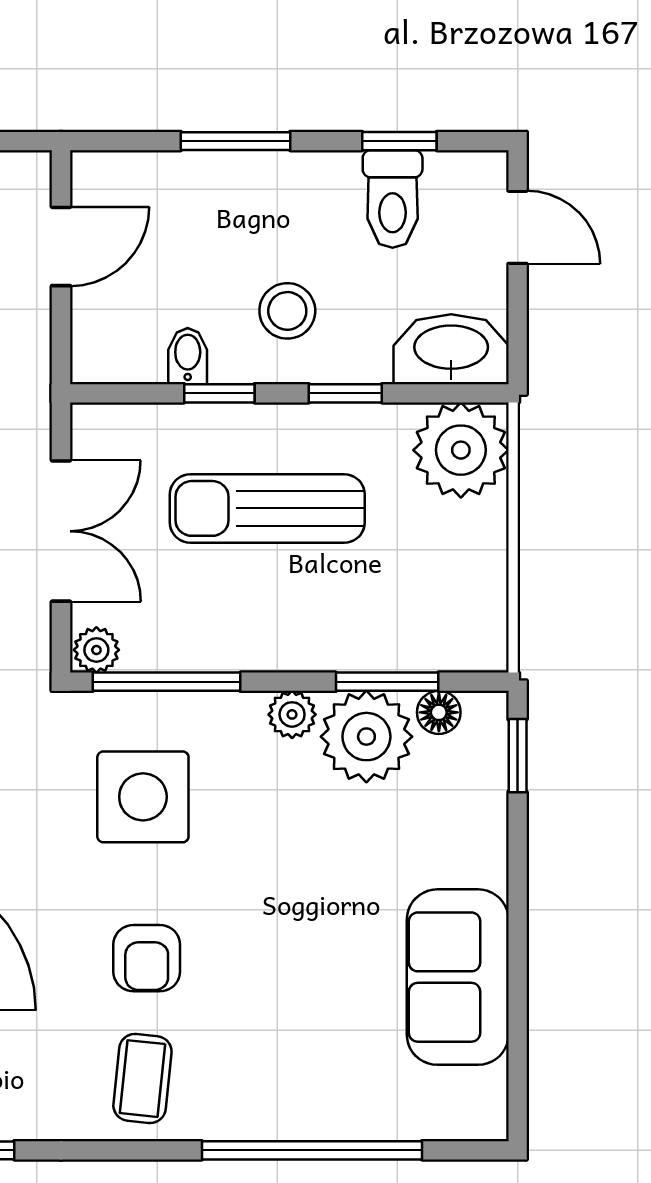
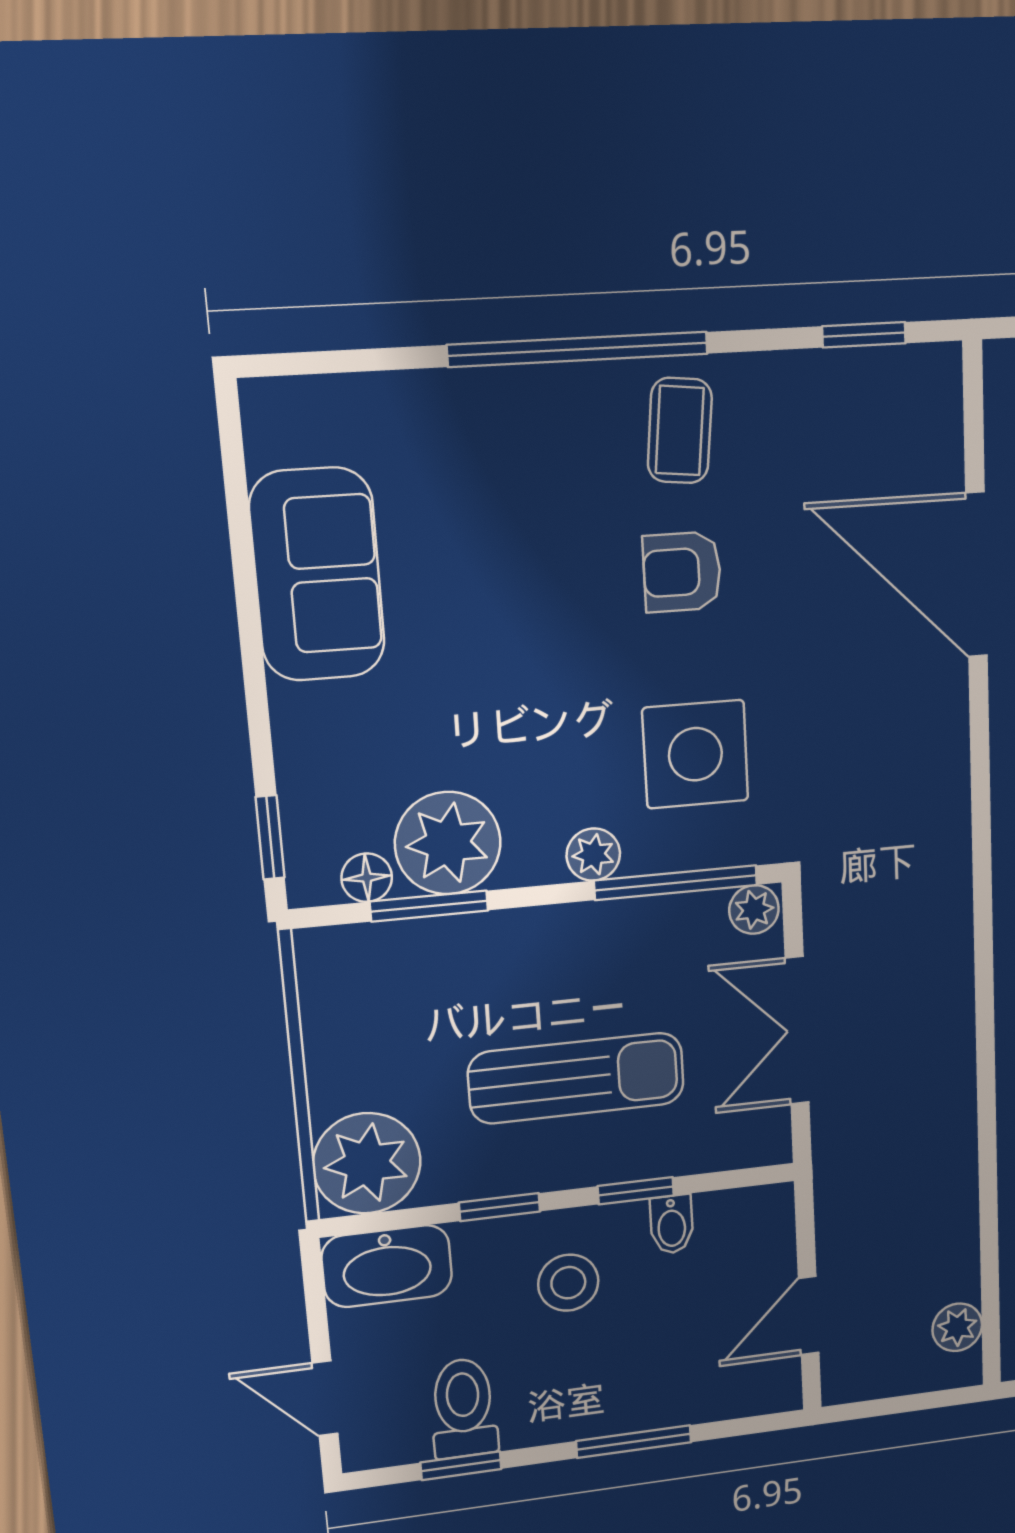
plant: (292, 714) -> (593, 855), moved
armchair: (147, 958) -> (682, 572), turned -90
window: (312, 1150) -> (578, 349), moved

